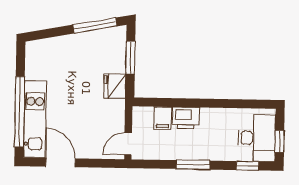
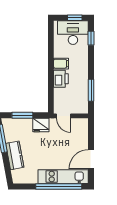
kitchen counter: (69, 45) -> (15, 155), added
filing cabinet: (163, 118) -> (61, 64), moved
door: (128, 144) -> (64, 116), moved
window: (193, 165) -> (91, 90), moved

